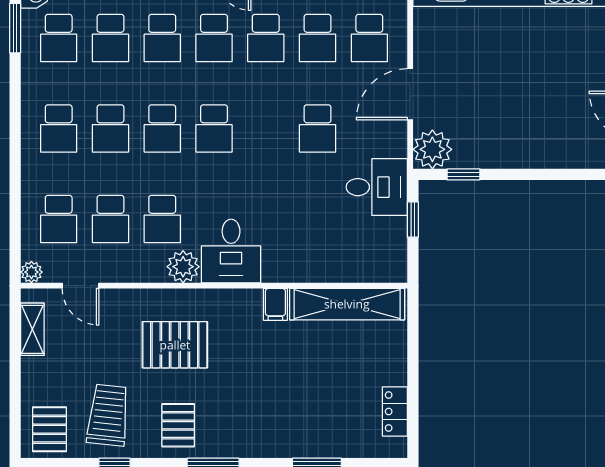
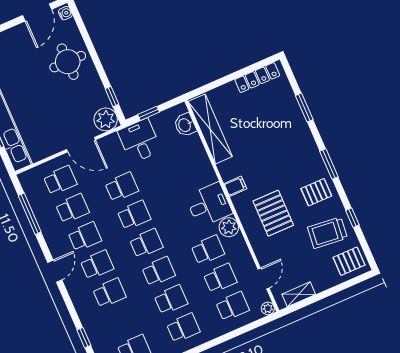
school desk: (110, 38) -> (134, 215), moved
round table: (547, 130) -> (68, 62), added
washbasin: (370, 268) -> (185, 125), added
filing cabinet: (275, 304) -> (235, 186), moved
locker: (395, 411) -> (257, 78), width x1.53

